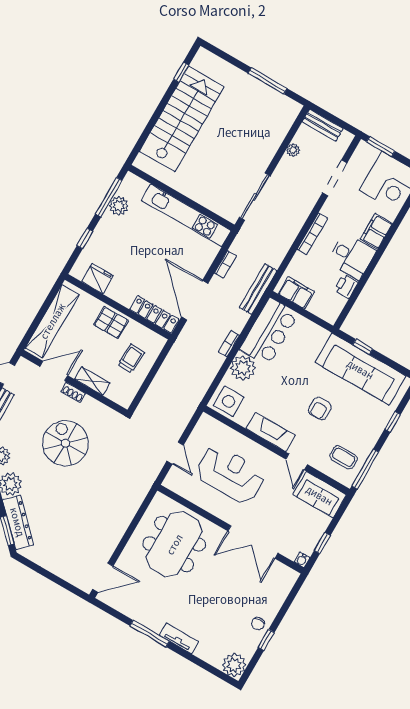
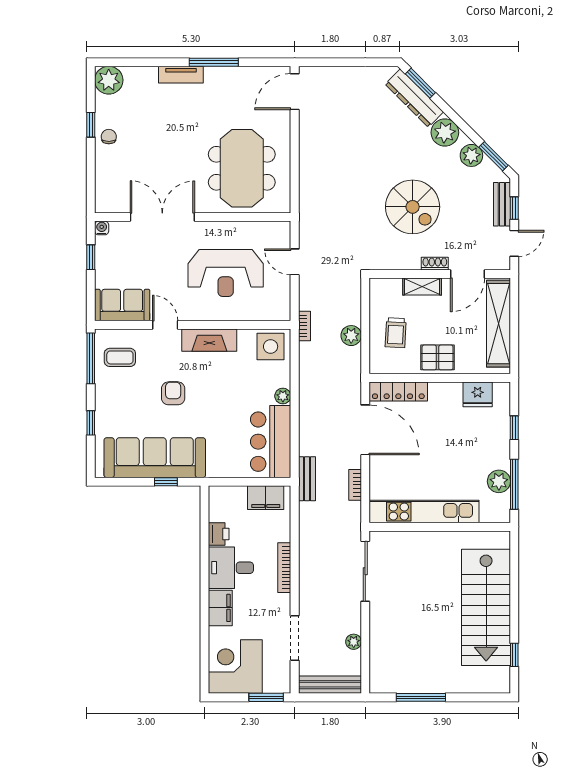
bench: (323, 125) -> (330, 685), width x1.36
bench: (258, 289) -> (307, 479), width x0.73
bookcase: (229, 344) -> (304, 326), moved
plant: (243, 368) -> (283, 396), width x0.53, depth x0.53
plant: (165, 375) -> (351, 336), added

